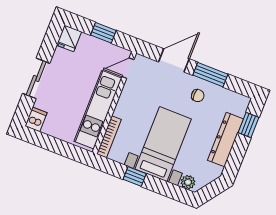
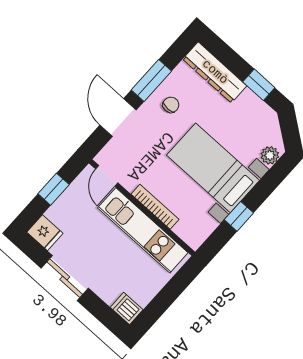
sliding door: (36, 78) -> (65, 278), moved
window: (248, 125) -> (259, 85), moved
bookcase: (109, 137) -> (155, 207), moved
dresser: (225, 140) -> (215, 72), moved

